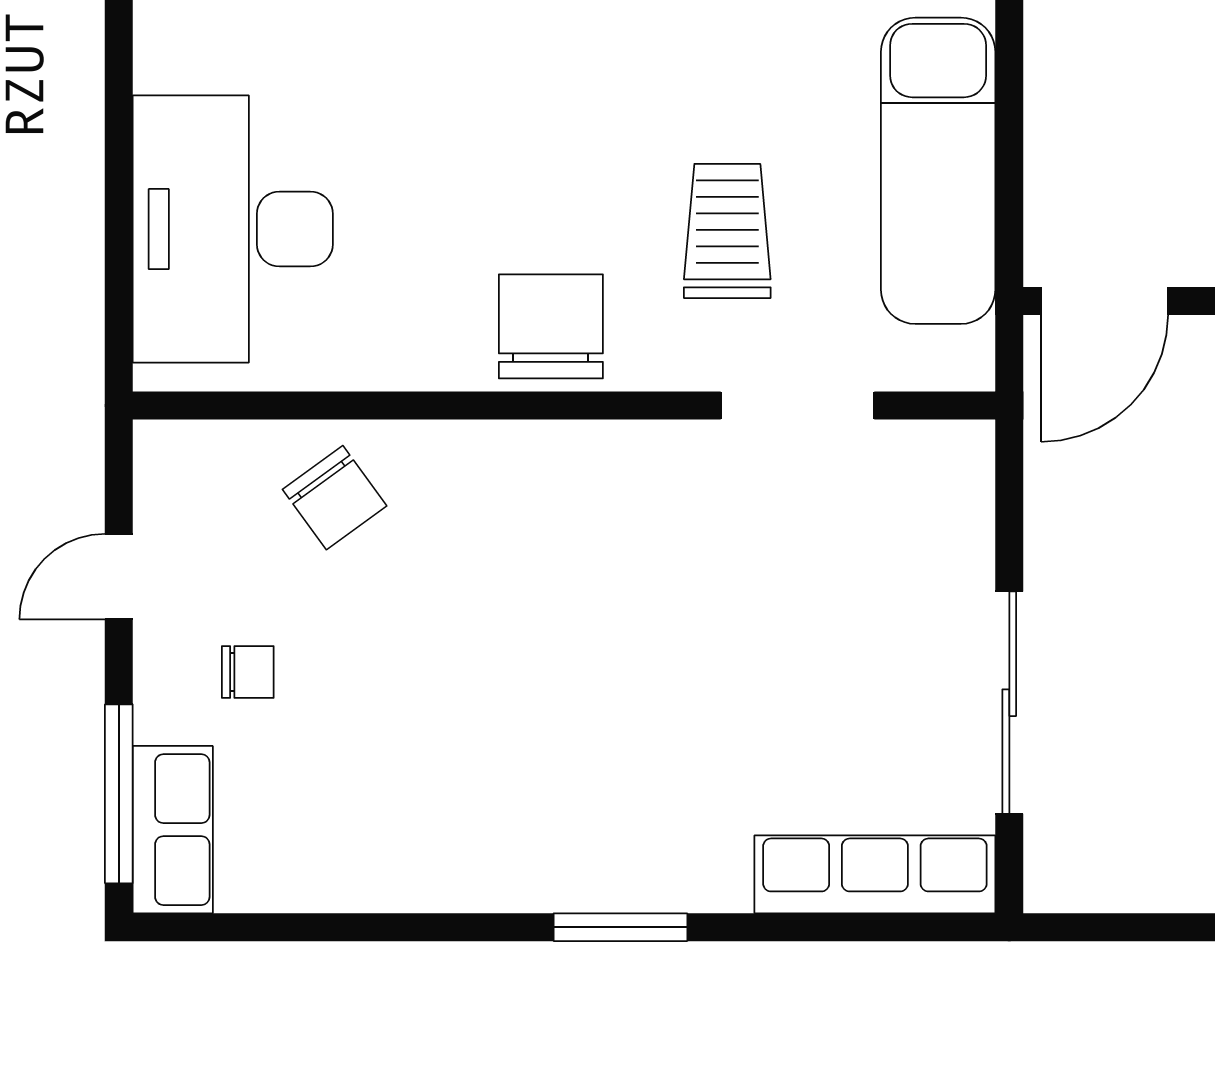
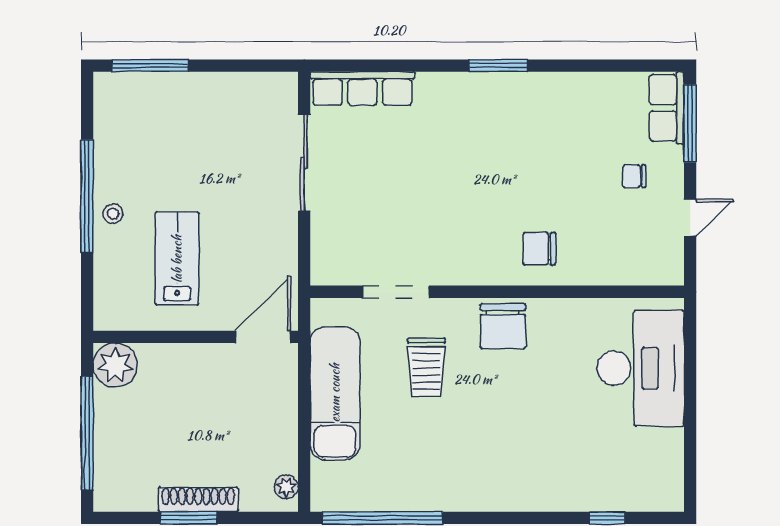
chair: (335, 498) -> (539, 249), moved, turned -54
window: (620, 927) -> (498, 66), moved

